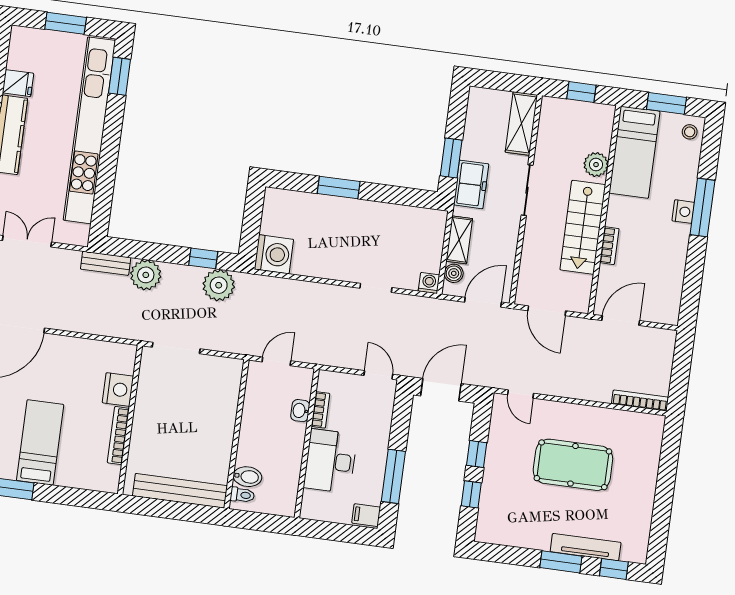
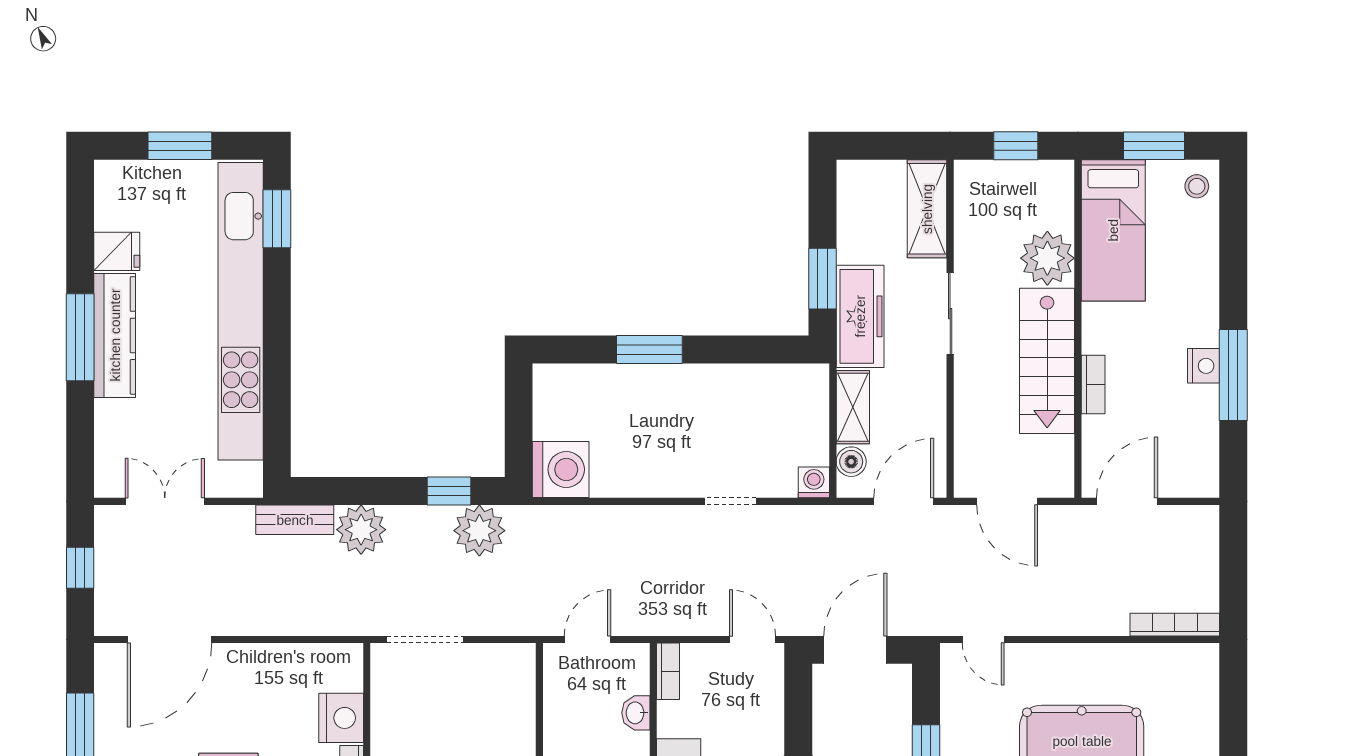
plant: (596, 165) -> (1047, 258), width x1.36, depth x1.36
freezer: (471, 184) -> (860, 316), width x1.40
window: (702, 207) -> (1233, 375), moved
nightstand: (683, 212) -> (1204, 366), moved
bookcase: (321, 410) -> (668, 671), moved

